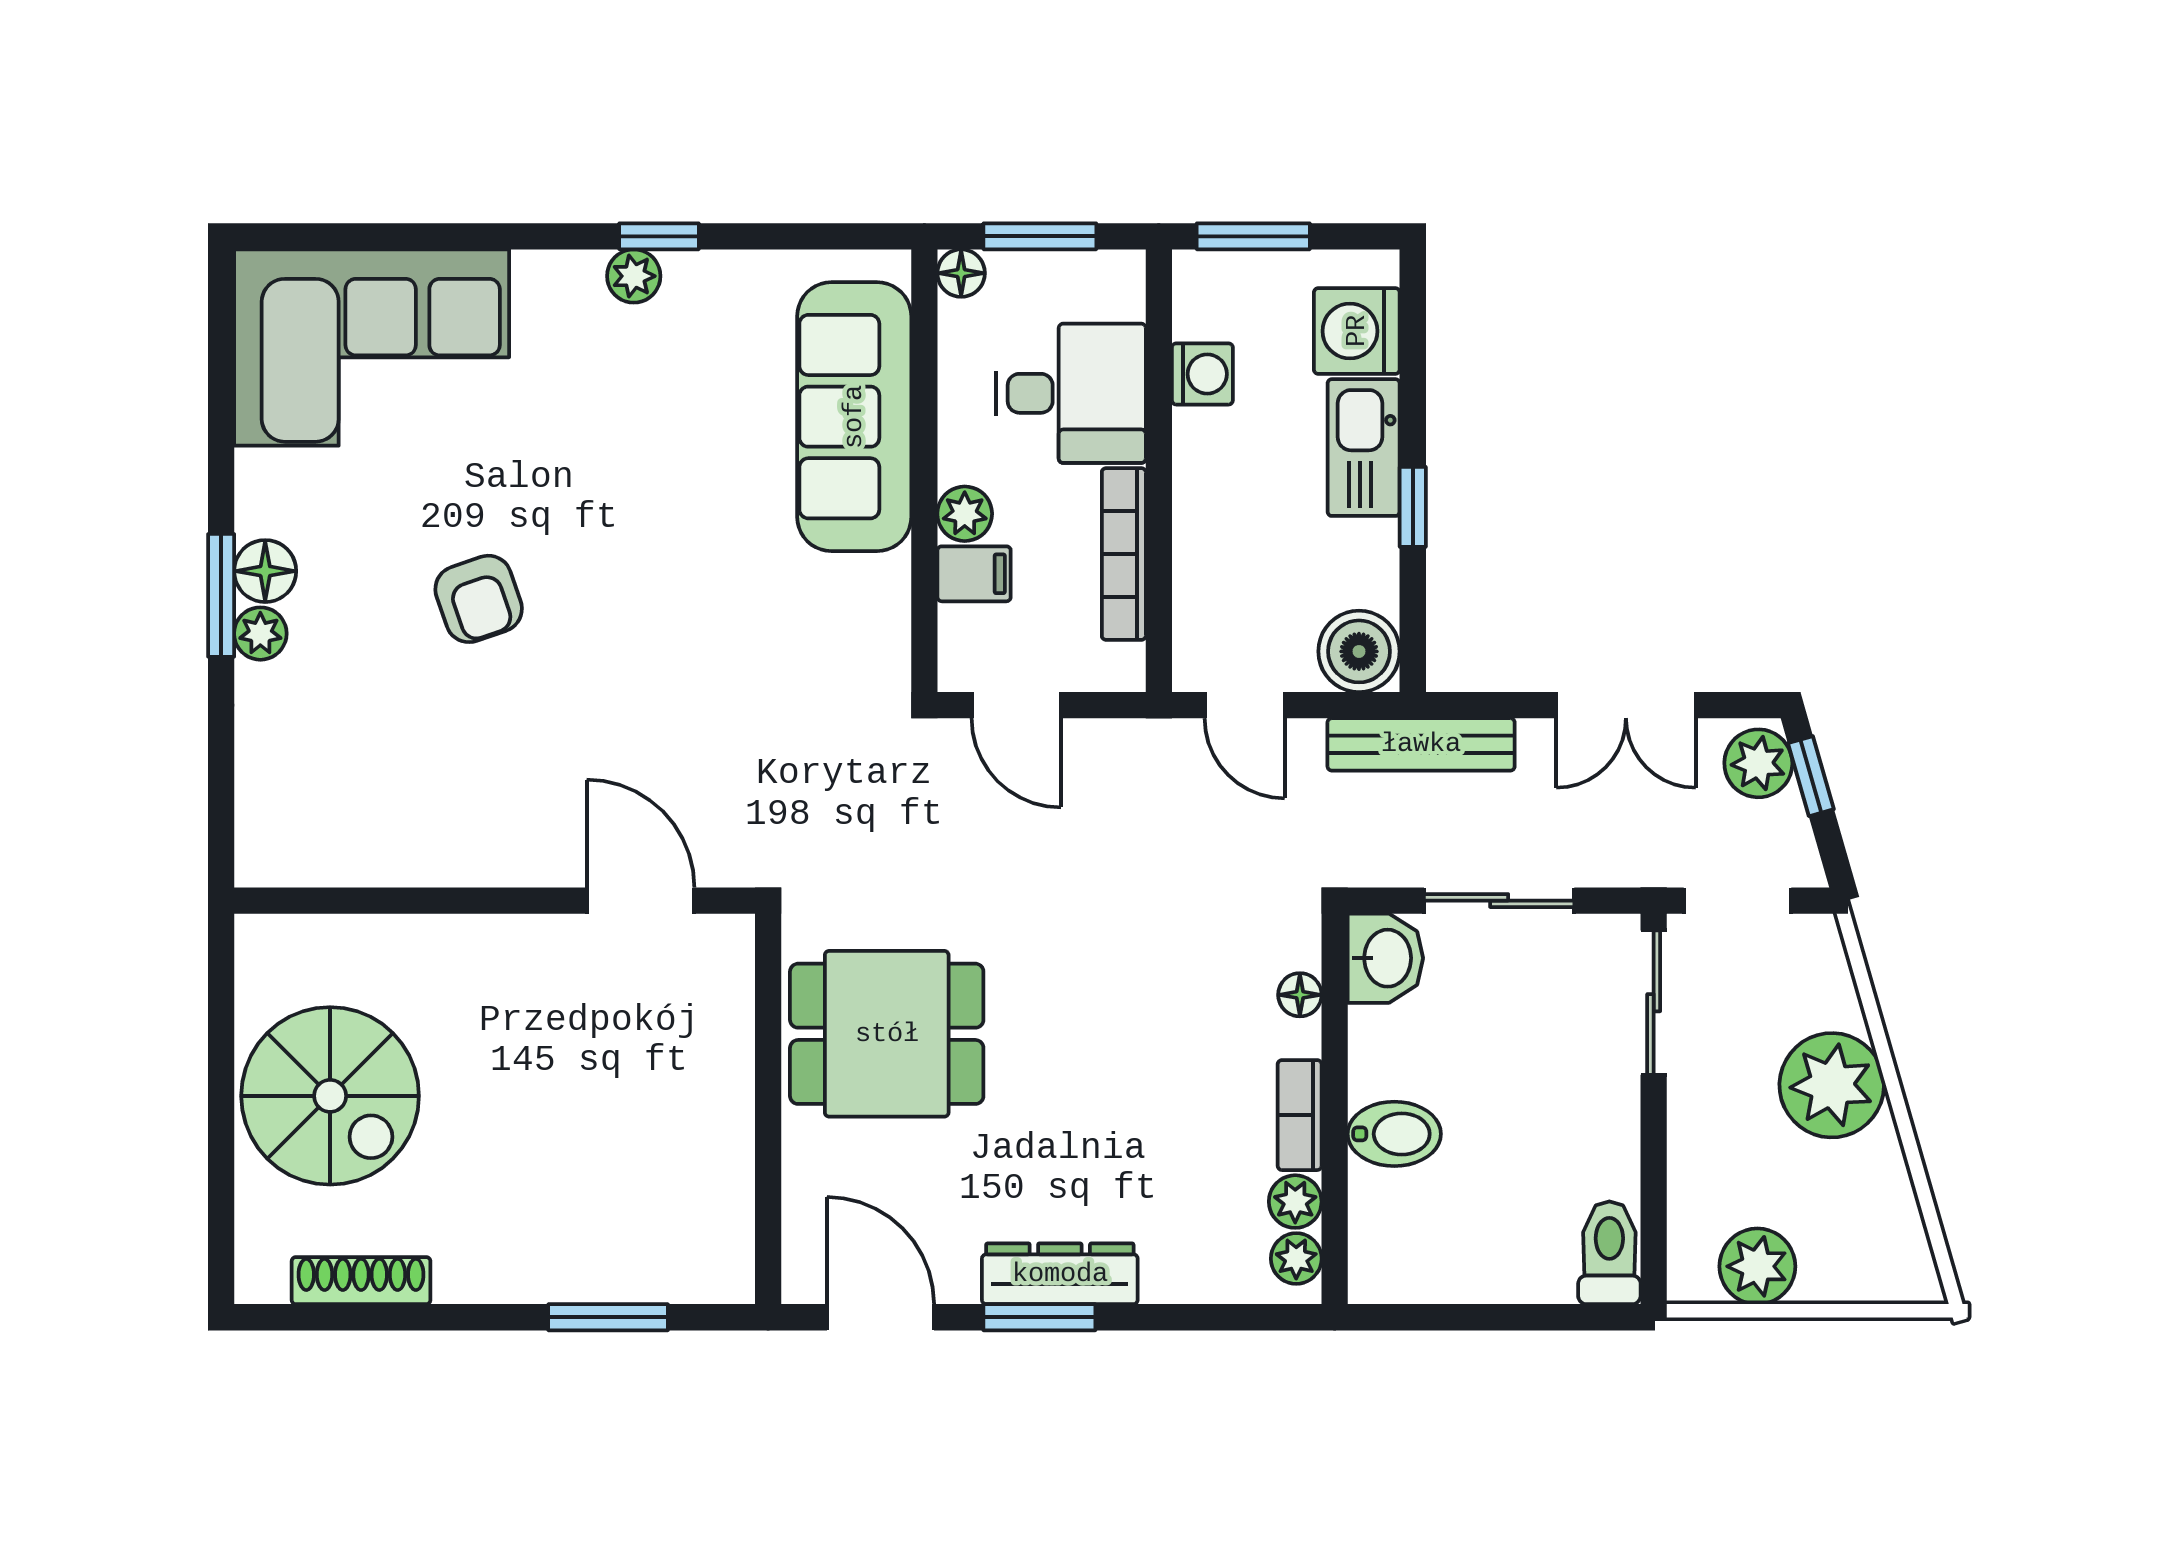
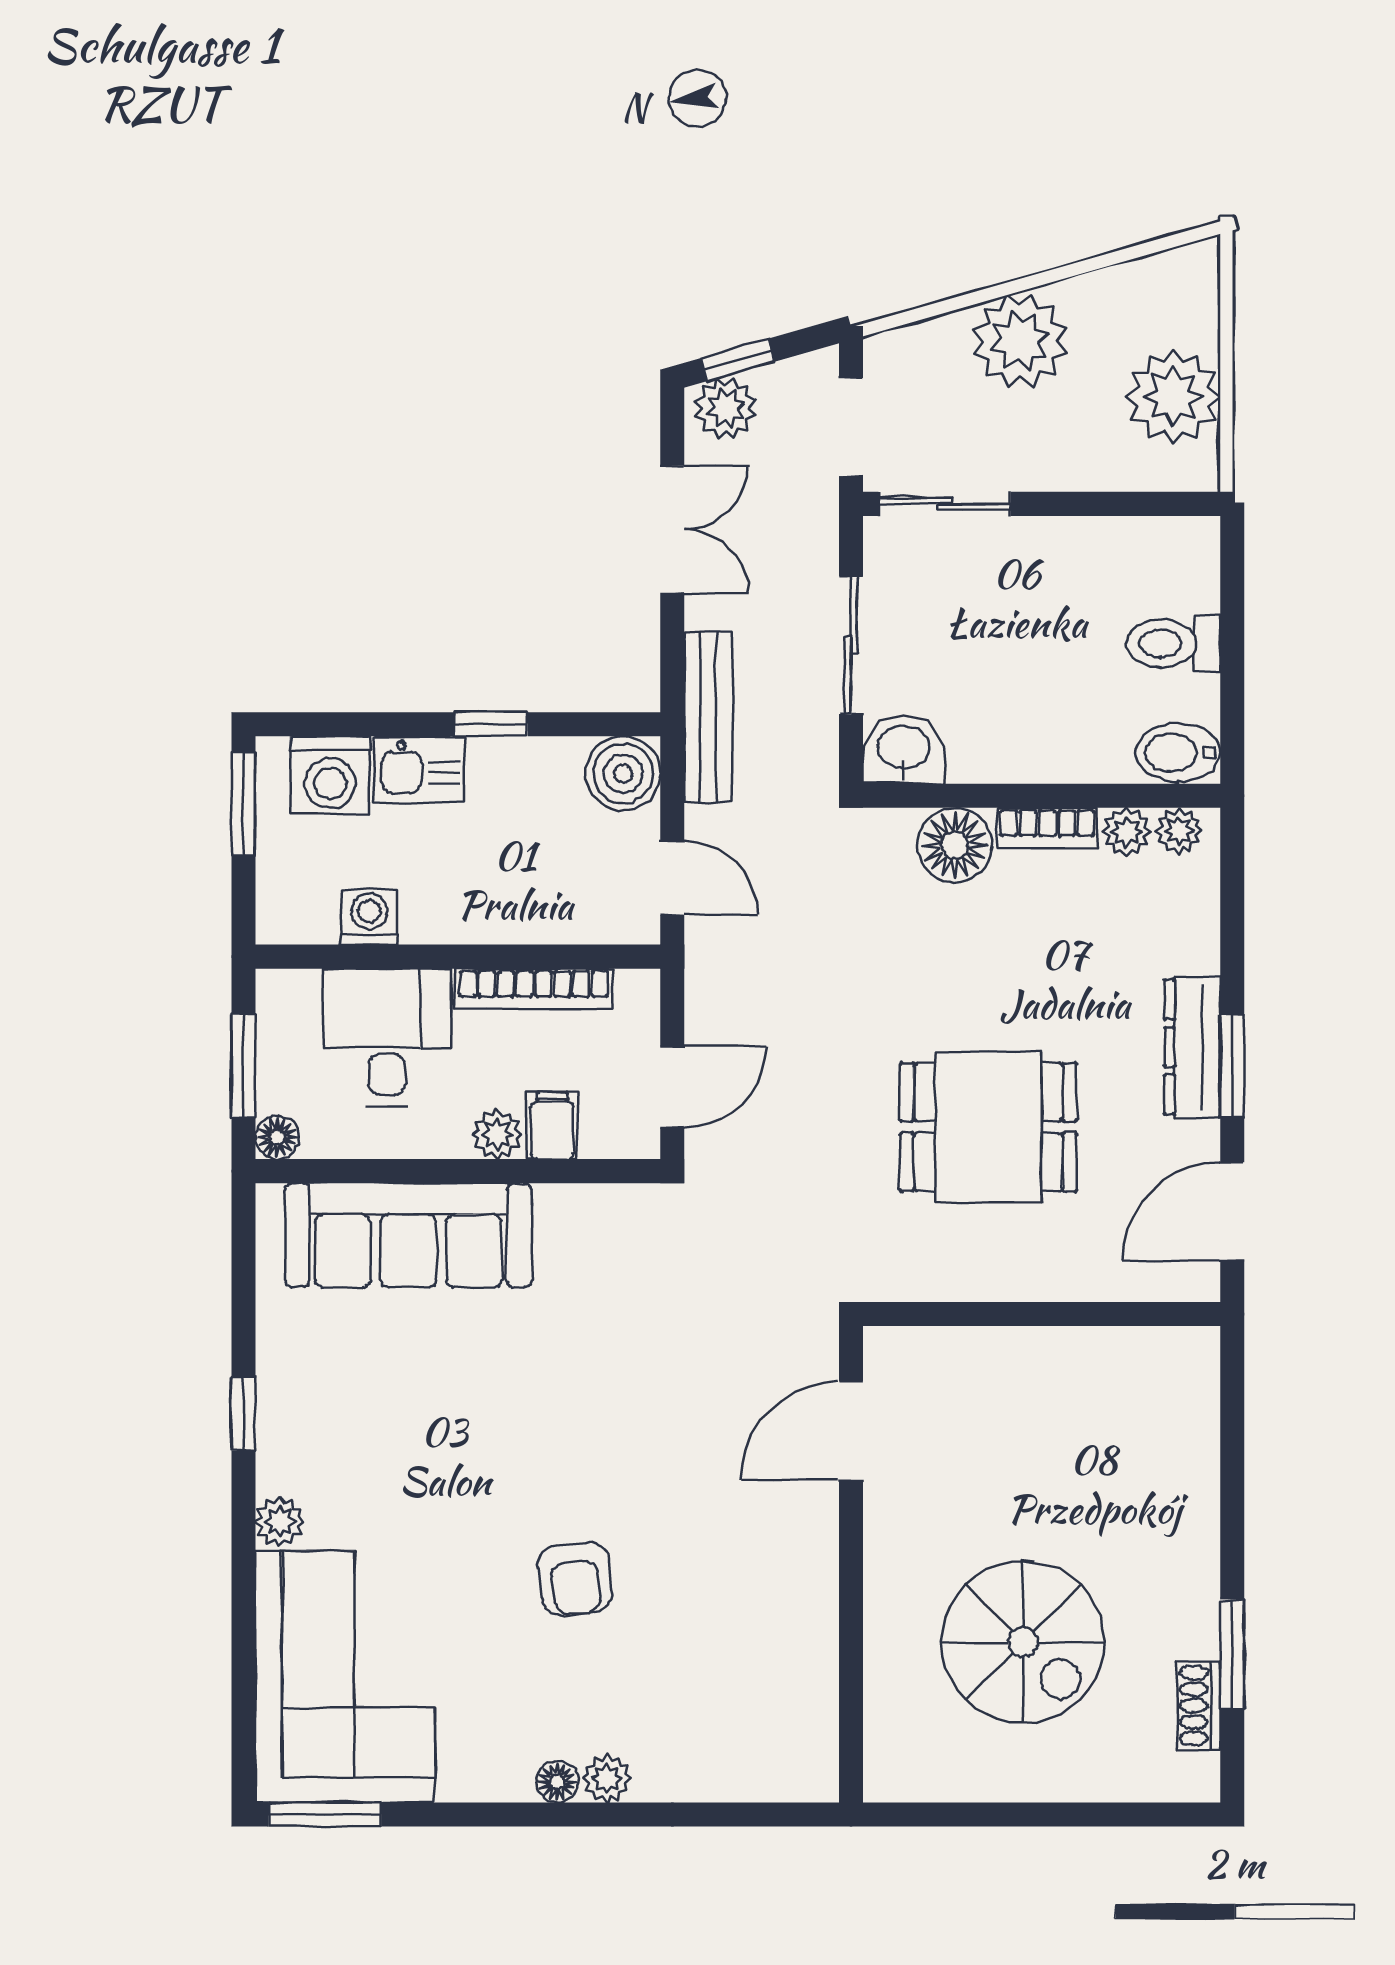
window: (1253, 236) -> (243, 804), moved
plant: (634, 276) -> (280, 1522), moved
kitchen sink: (1364, 448) -> (420, 769), width x0.73
floor lamp: (265, 571) -> (557, 1782), width x0.73, depth x0.73
window: (221, 595) -> (325, 1814), moved
armchair: (479, 599) -> (575, 1579), turned 103
door: (1245, 705) -> (672, 878), hinge flipped
floor lamp: (1300, 995) -> (955, 845), width x1.89, depth x1.89
dining table: (887, 1034) -> (988, 1127), moved, turned 90
spiral stairs: (330, 1096) -> (1023, 1642), moved, turned 90
bidet: (1394, 1134) -> (1178, 753), moved, turned -90
toilet: (1609, 1253) -> (1173, 643), moved
plant: (1757, 1266) -> (1173, 396), width x1.36, depth x1.36
shoe rack: (361, 1281) -> (1199, 1706), width x0.70
window: (608, 1317) -> (1232, 1654), moved

